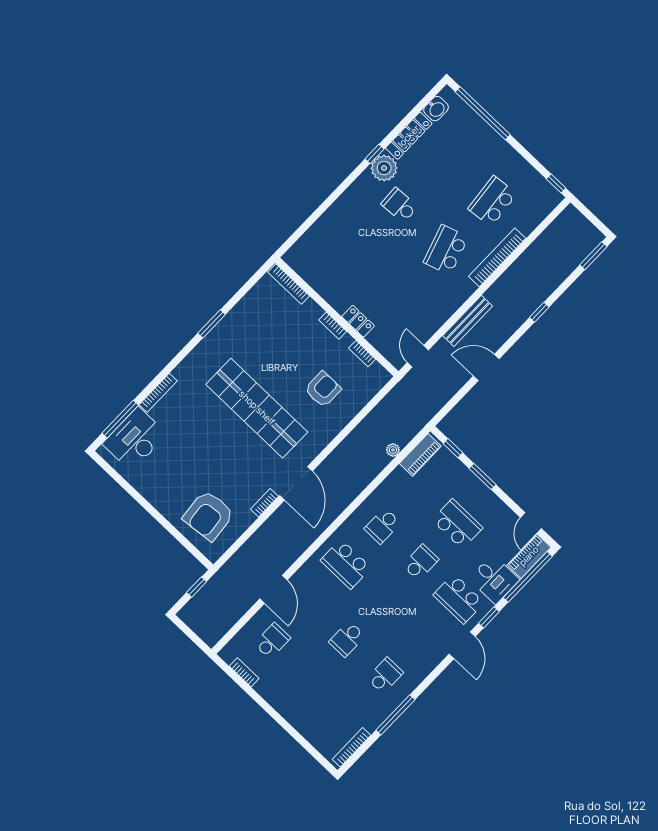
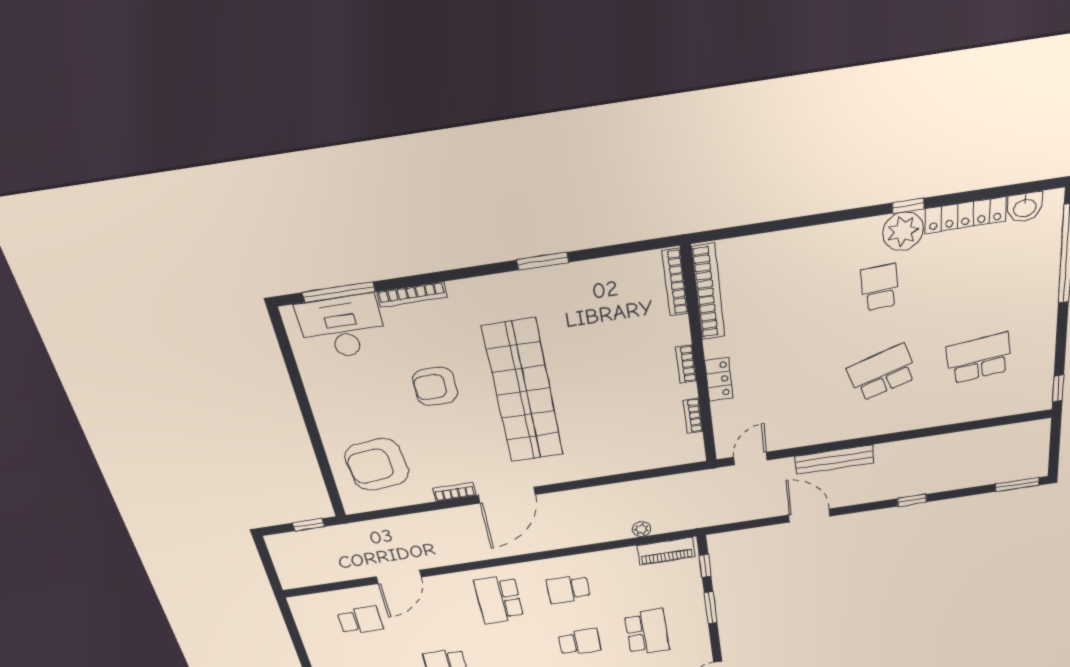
bookcase: (497, 257) -> (708, 292), moved, turned 90
armchair: (323, 389) -> (435, 386), moved, turned 180
bookcase: (244, 672) -> (306, 630), removed

